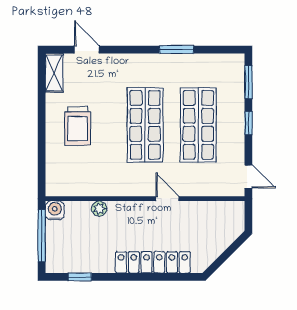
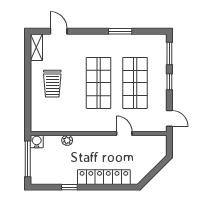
door: (168, 199) -> (124, 134), moved
window: (80, 277) -> (69, 187), moved

